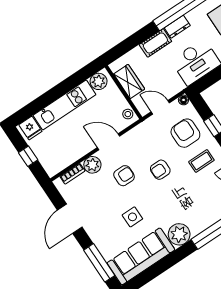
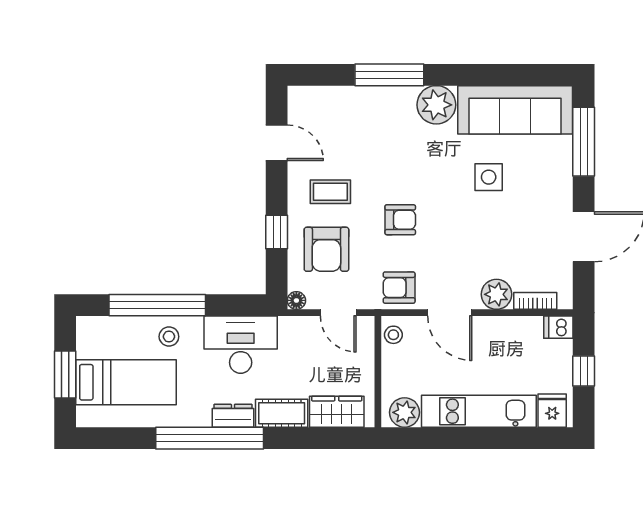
wardrobe: (129, 81) -> (337, 412), moved, turned 90
dishwasher: (53, 169) -> (558, 327), added
armchair: (124, 176) -> (399, 288), moved

